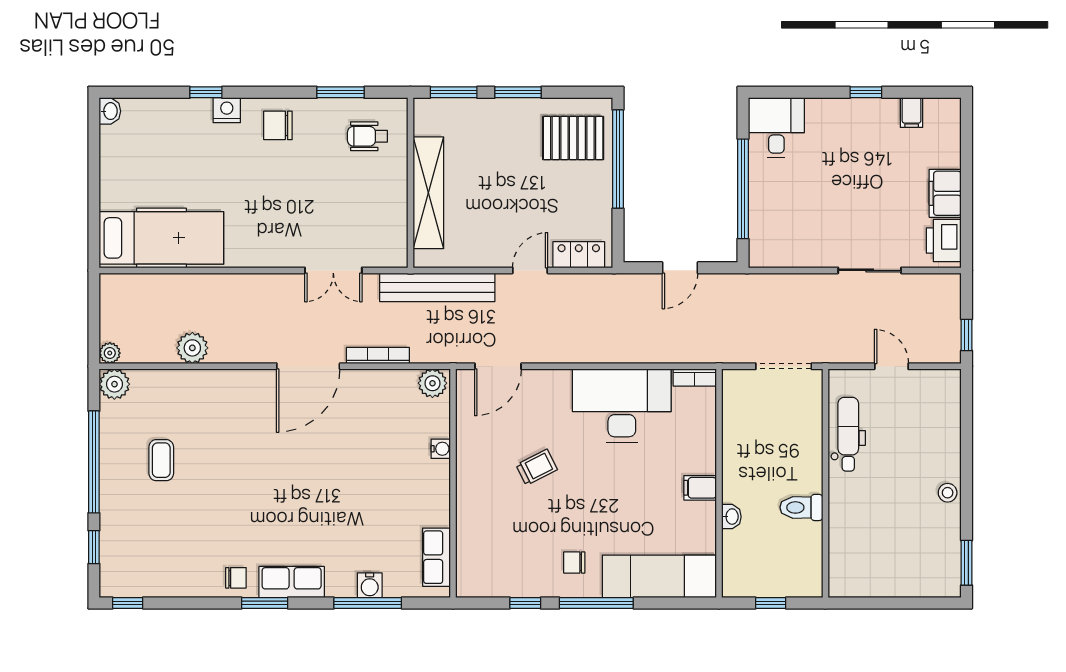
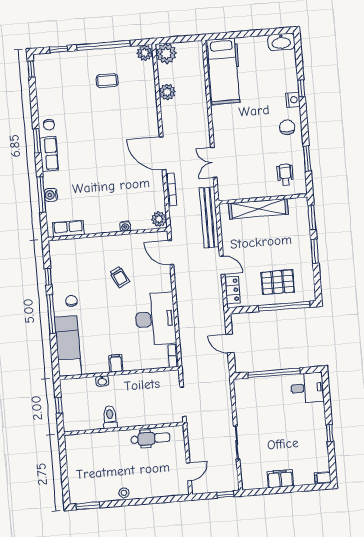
washbasin: (110, 111) -> (281, 42), width x1.91, depth x1.45
filing cabinet: (912, 112) -> (323, 478), moved
pallet: (573, 138) -> (278, 282), moved, turned 90
printer: (944, 241) -> (256, 480), removed
window: (967, 335) -> (225, 495), moved
plant: (110, 353) -> (166, 54), width x1.88, depth x1.88
door: (891, 366) -> (189, 472), moved

